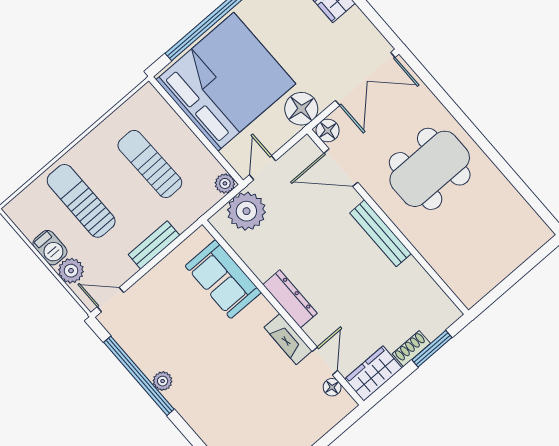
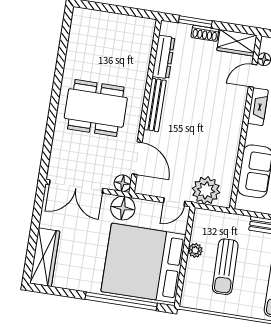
double door: (365, 79) -> (76, 186), swing flipped
plant: (225, 183) -> (195, 250), moved
dresser: (290, 299) -> (163, 57), moved, turned 180

